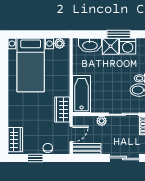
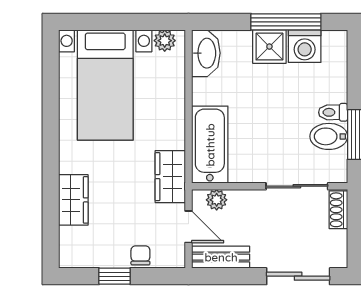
window: (119, 34) -> (286, 22), width x1.44
washbasin: (90, 45) -> (206, 53), moved, turned -90
plant: (102, 121) -> (217, 200), moved
door: (71, 134) -> (188, 227), hinge flipped
wardrobe: (15, 140) -> (73, 200), moved

